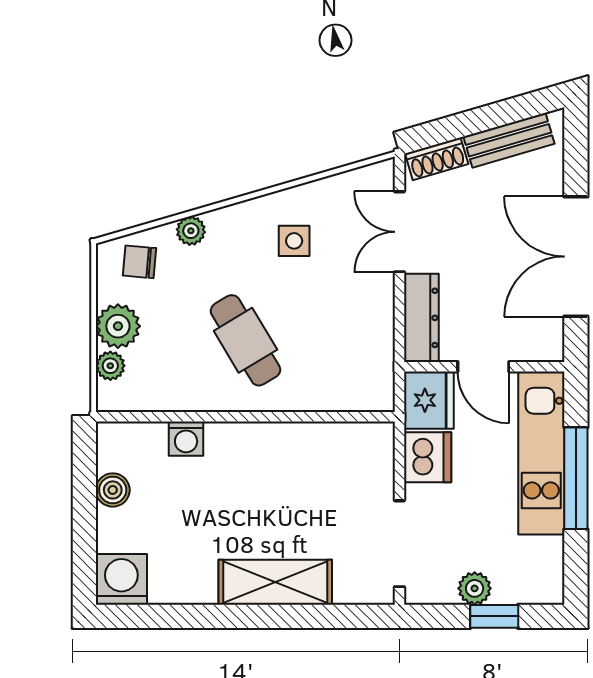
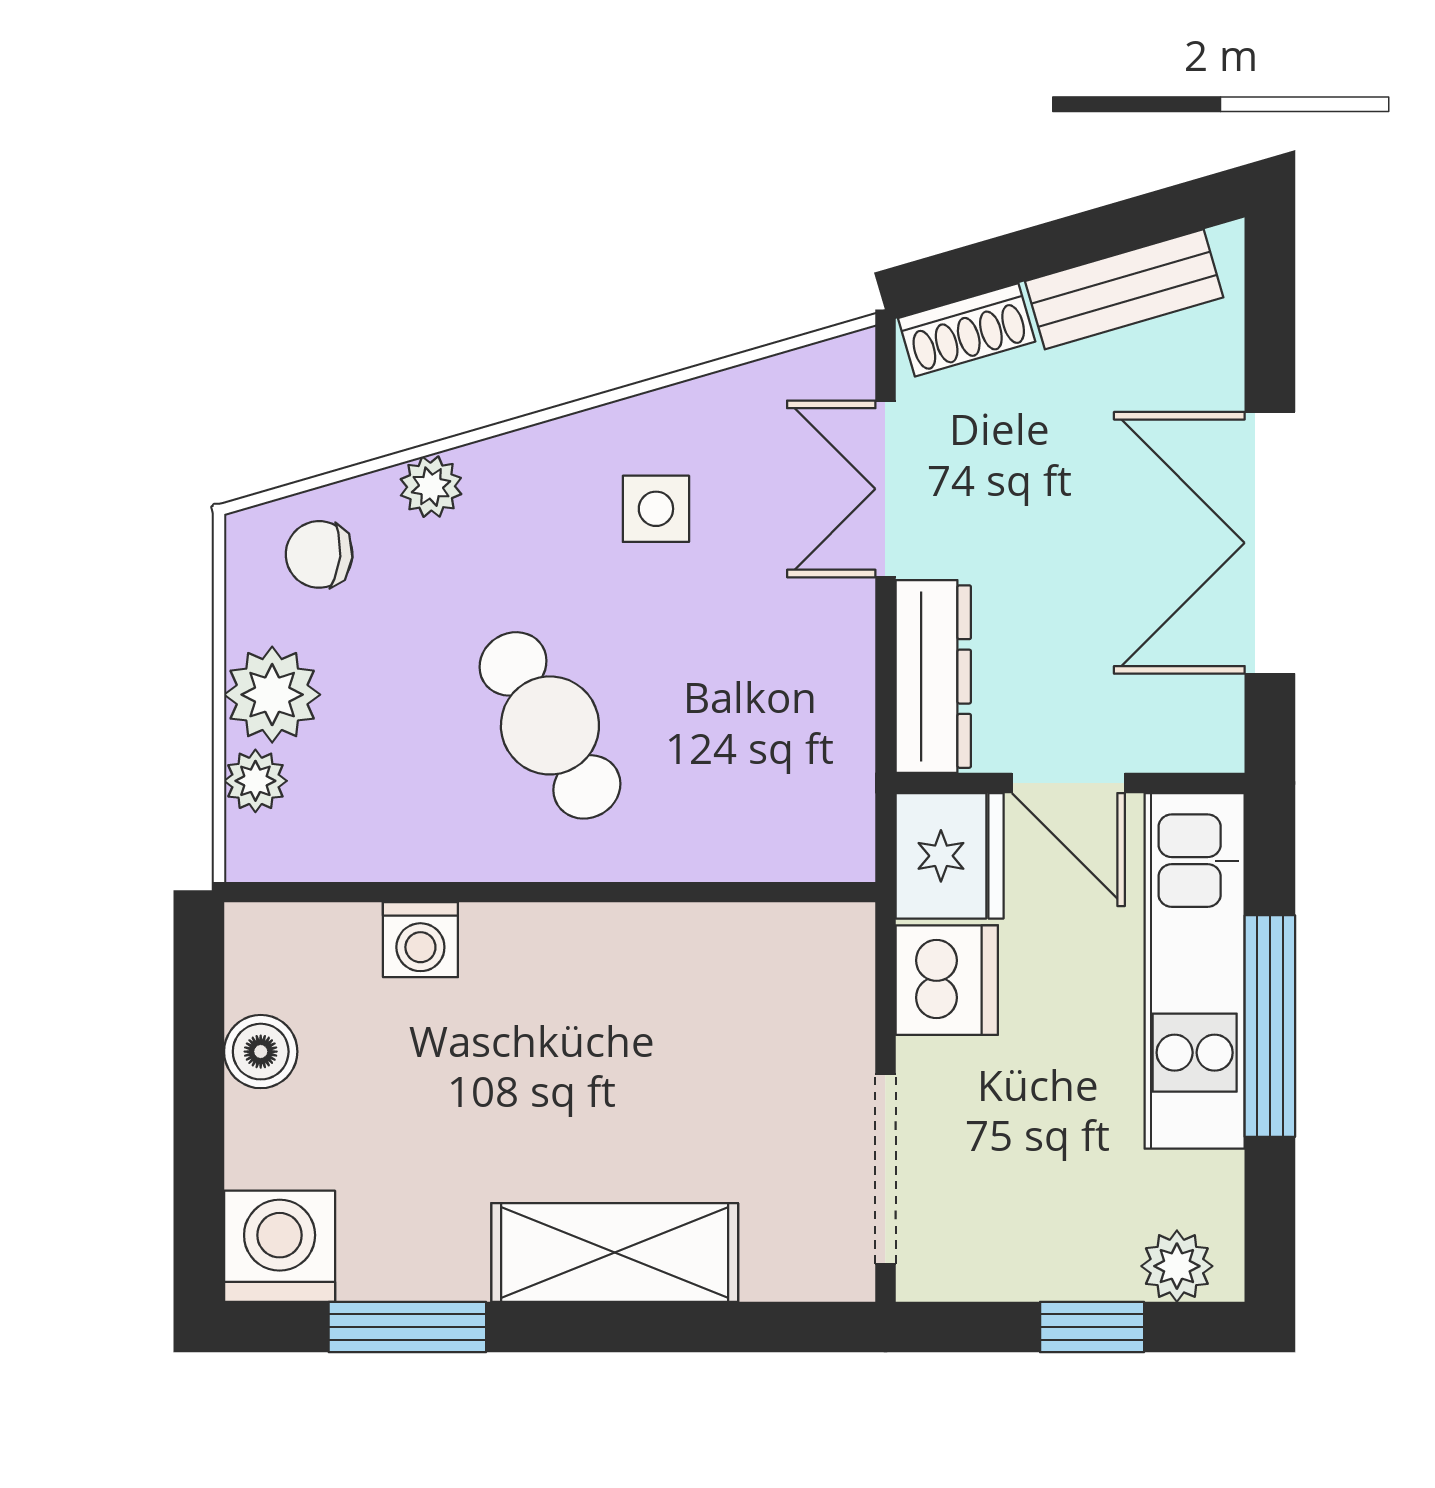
plant: (475, 588) -> (1177, 1266), moved
window: (180, 616) -> (407, 1327), added

